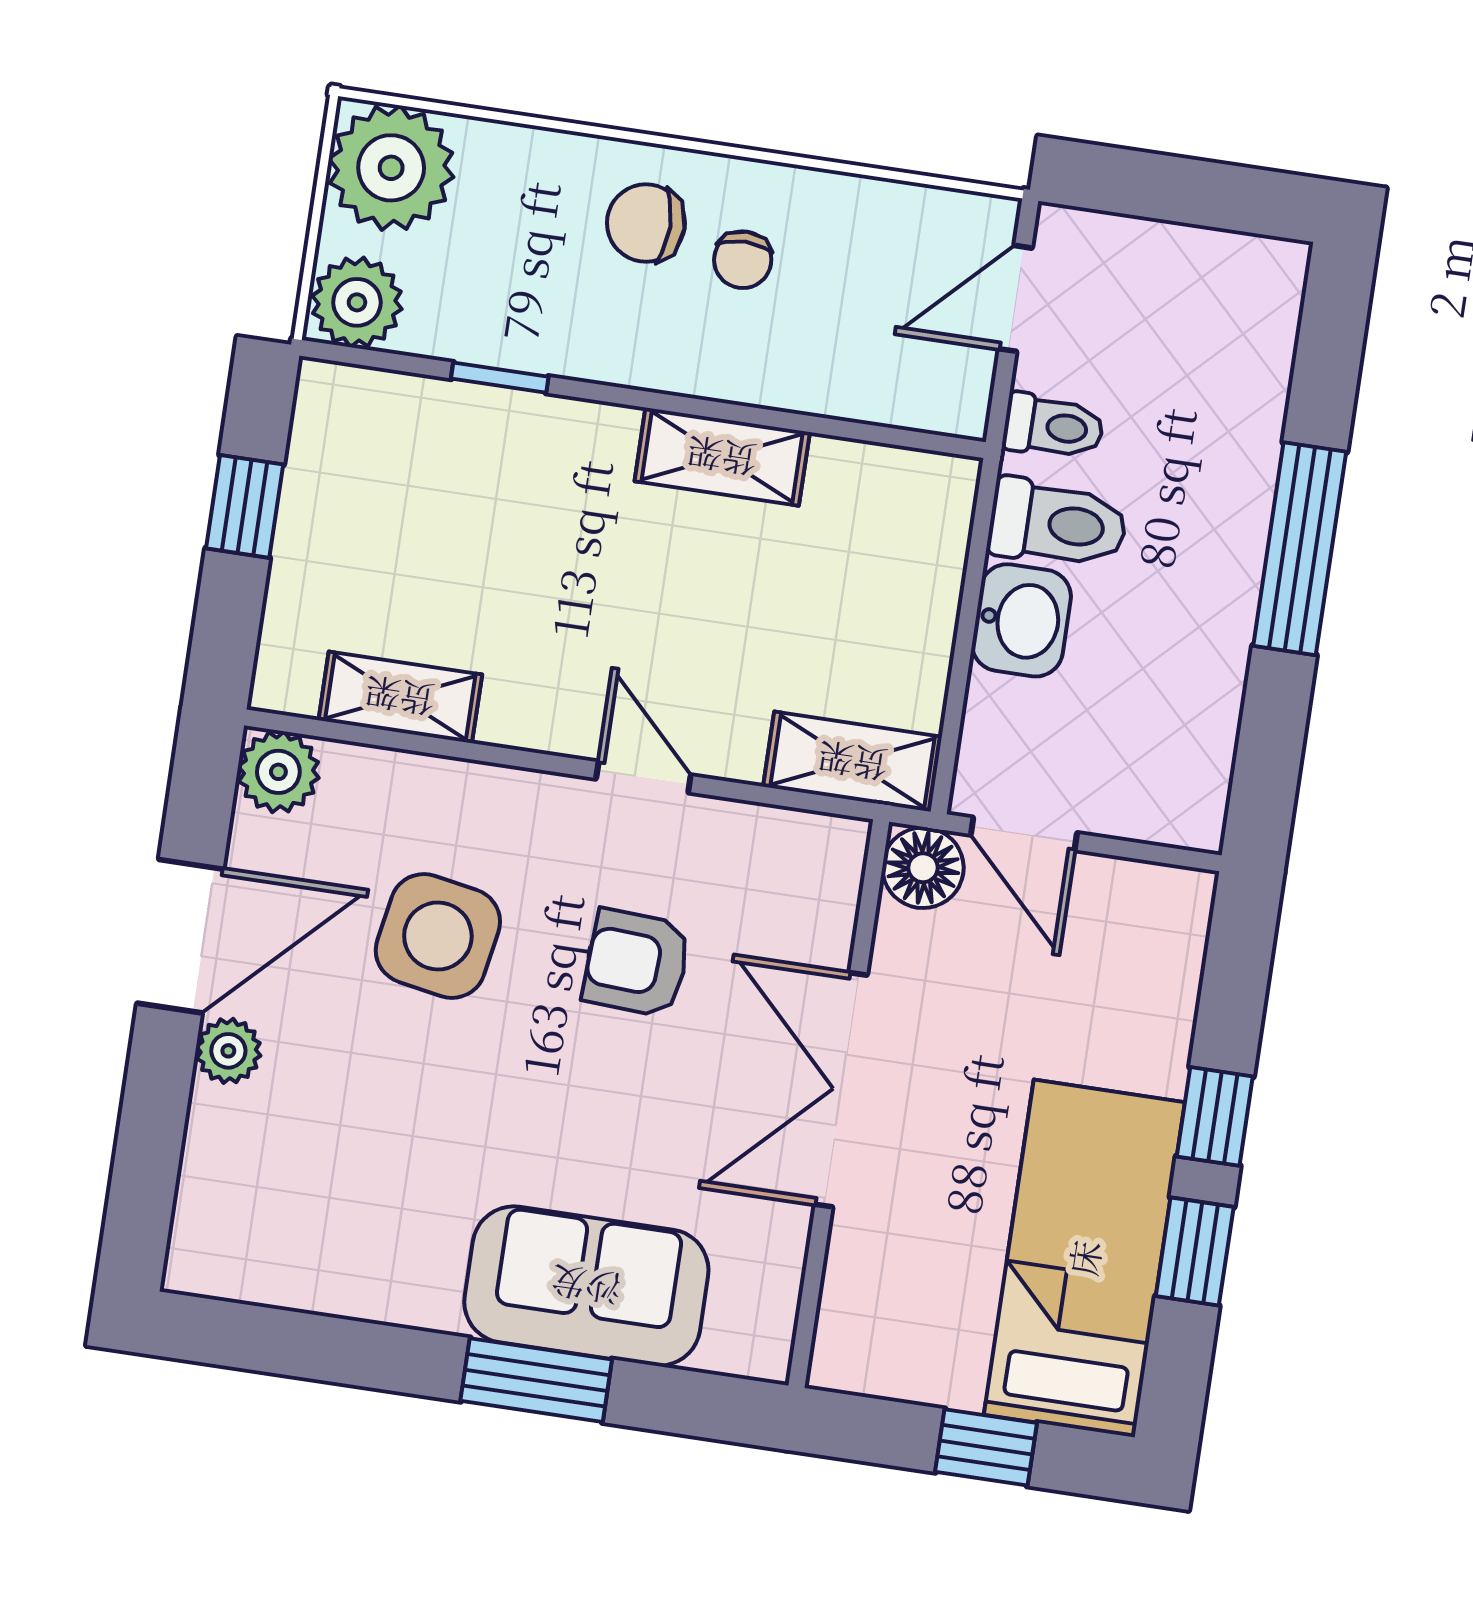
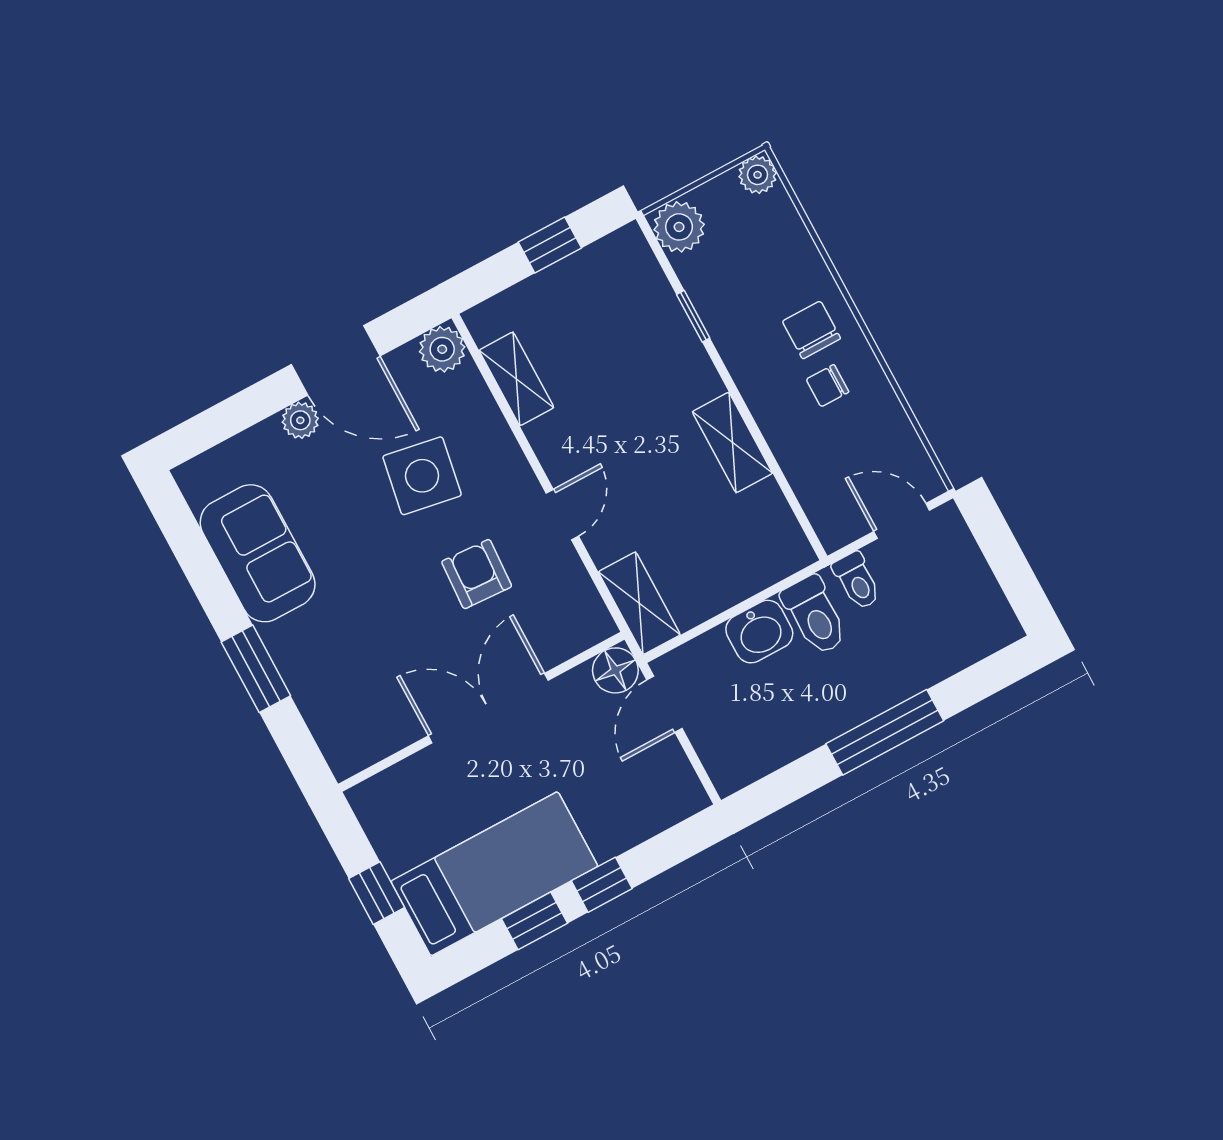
plant: (391, 168) -> (758, 175), width x0.53, depth x0.53
sofa: (586, 1286) -> (258, 553), moved

